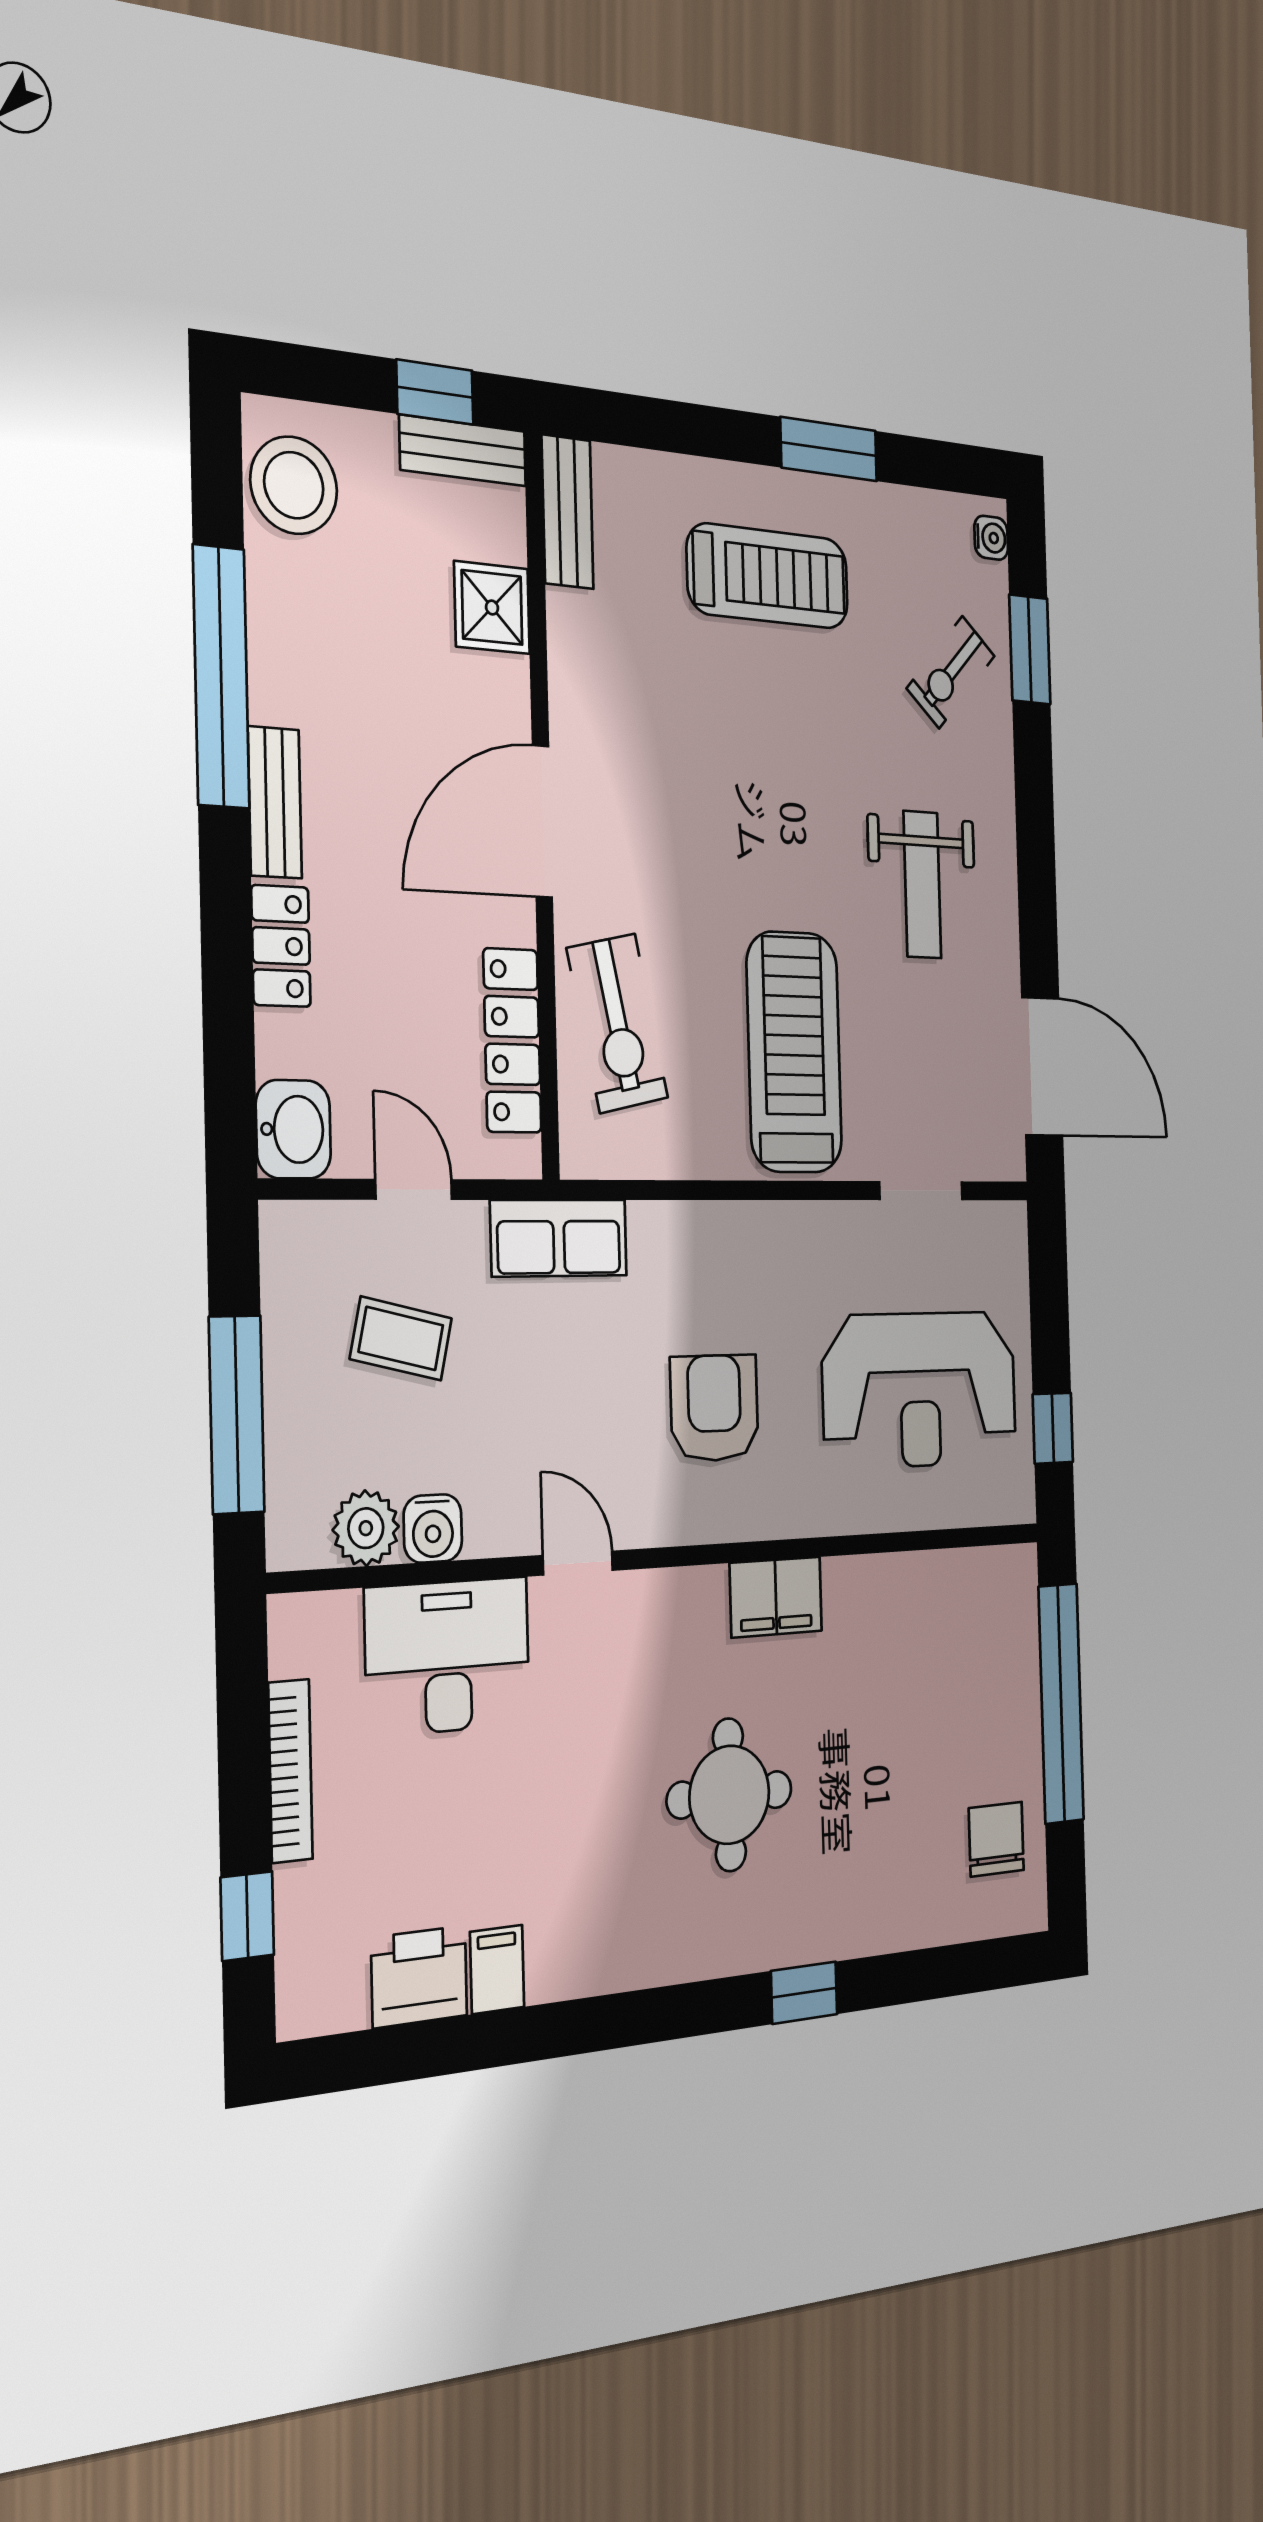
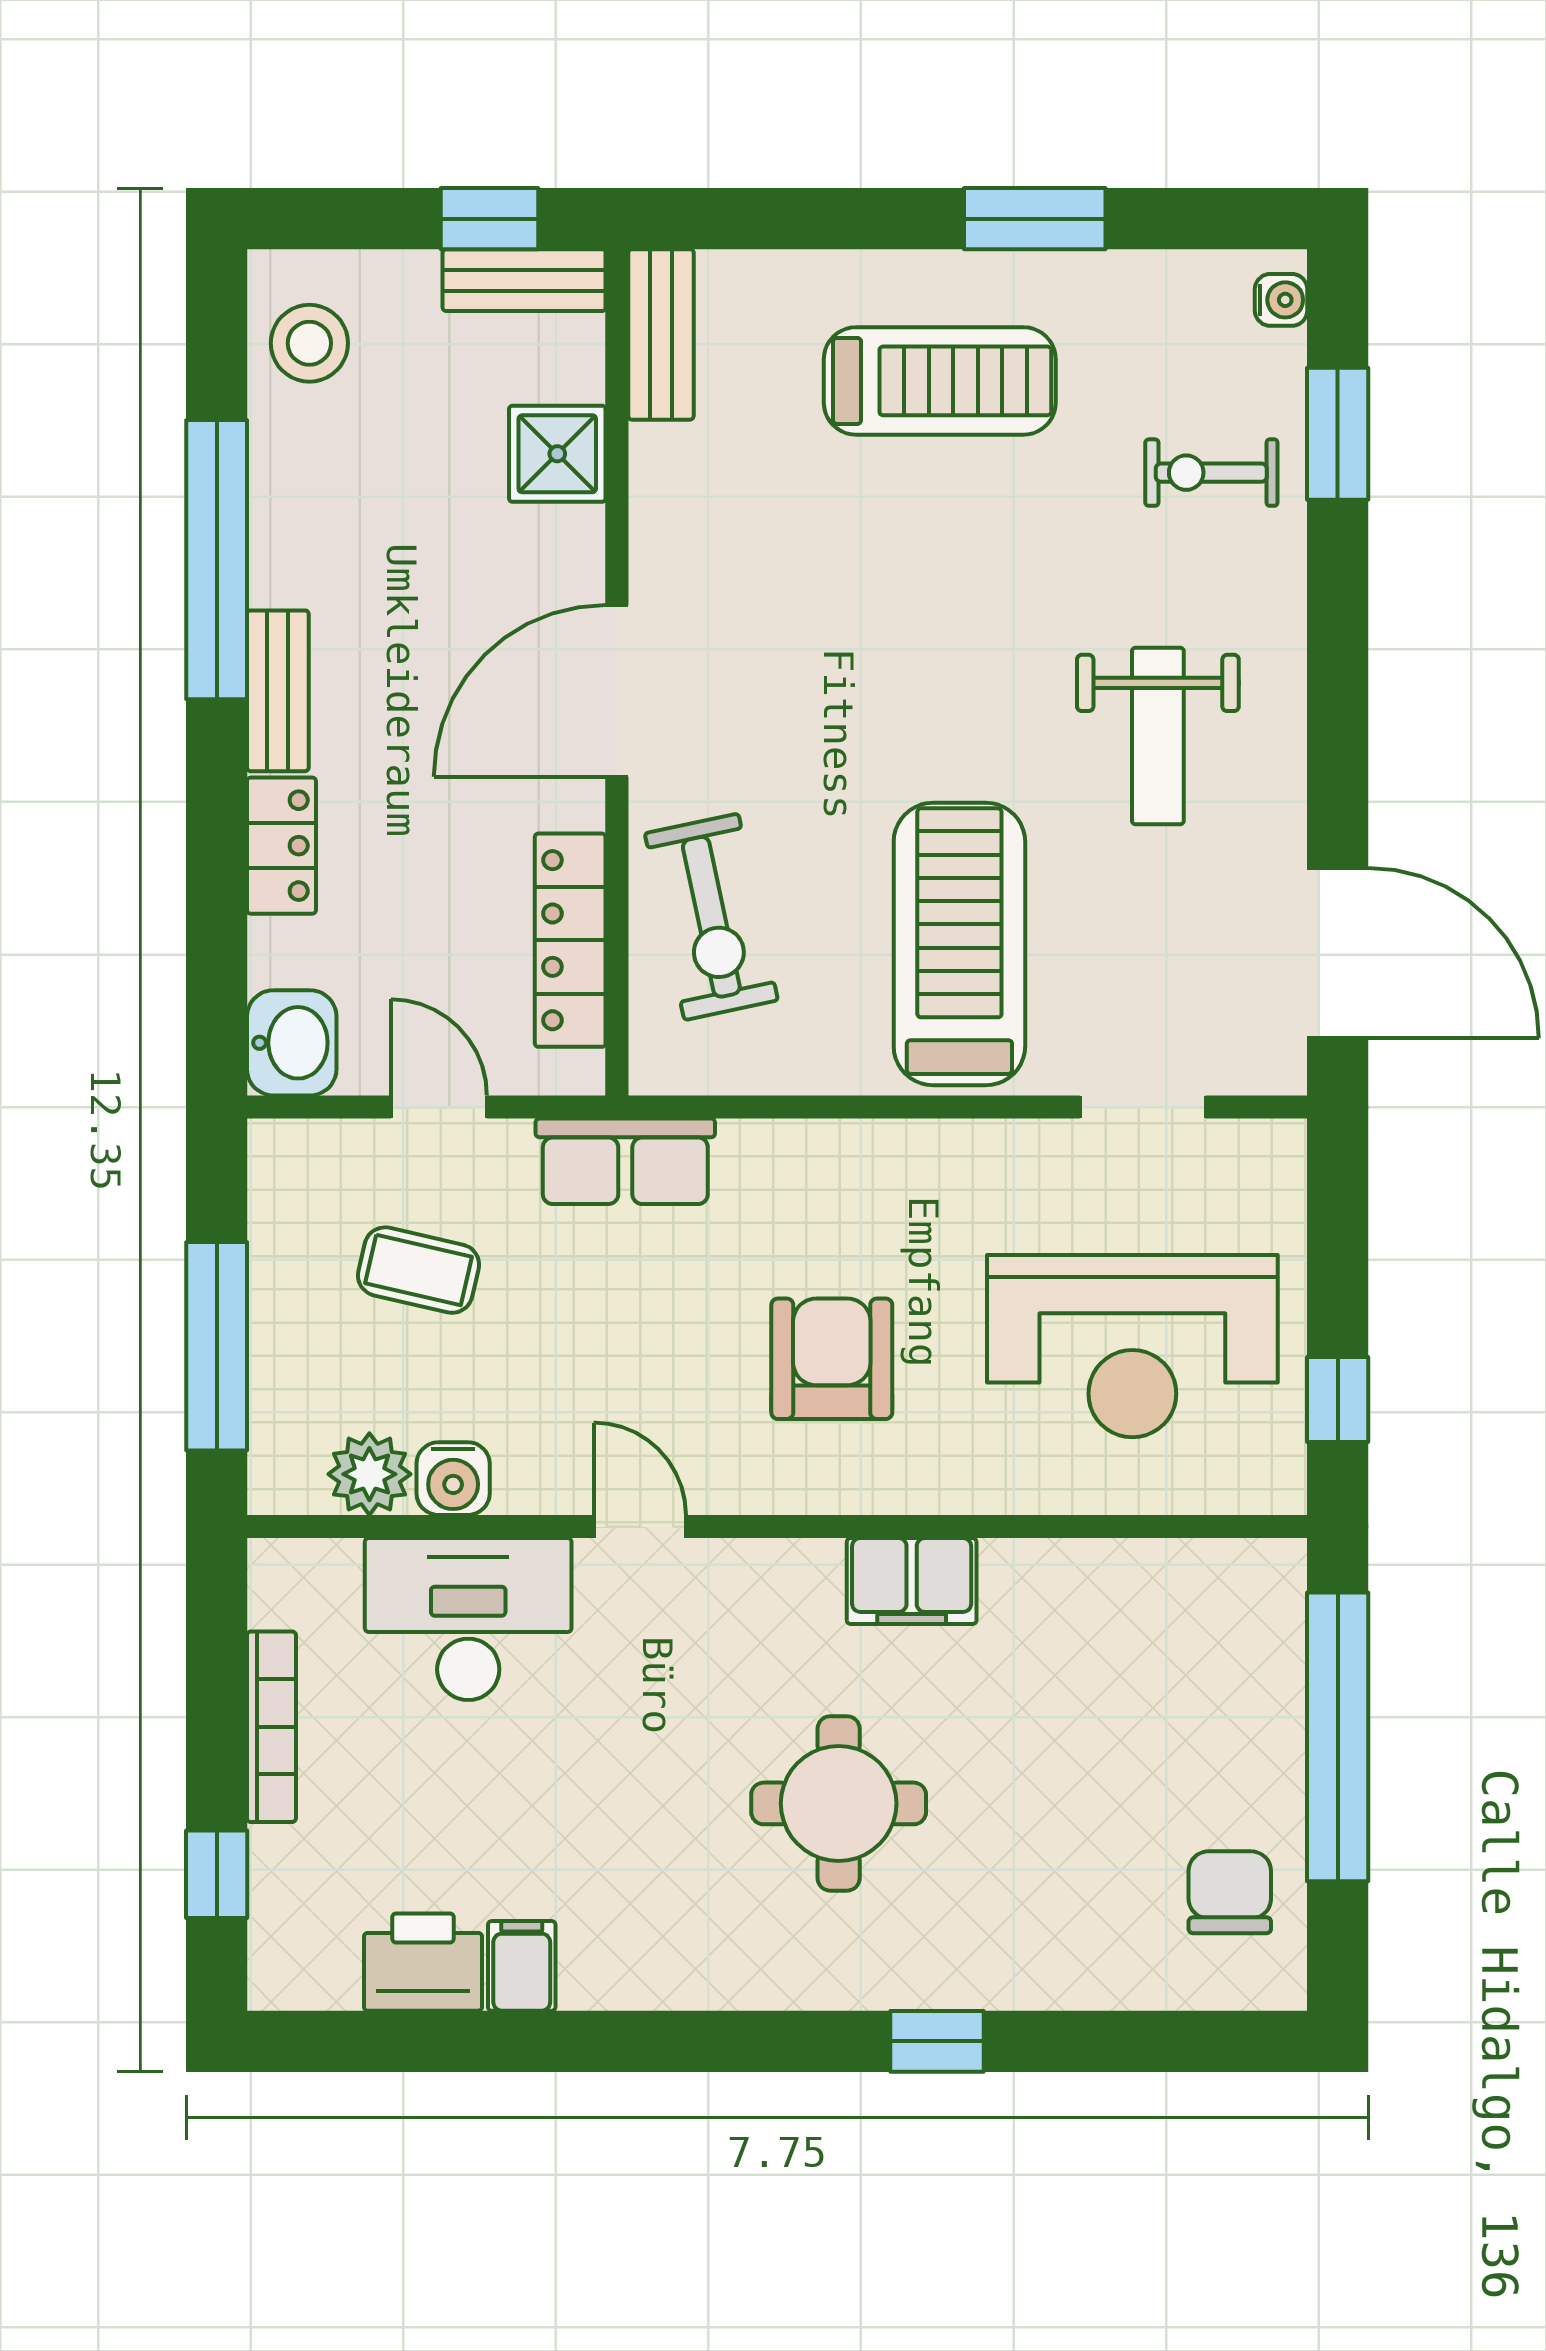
stool: (294, 485) -> (309, 343), width x0.73, depth x0.73
exercise bike: (951, 672) -> (1211, 473), turned 47

